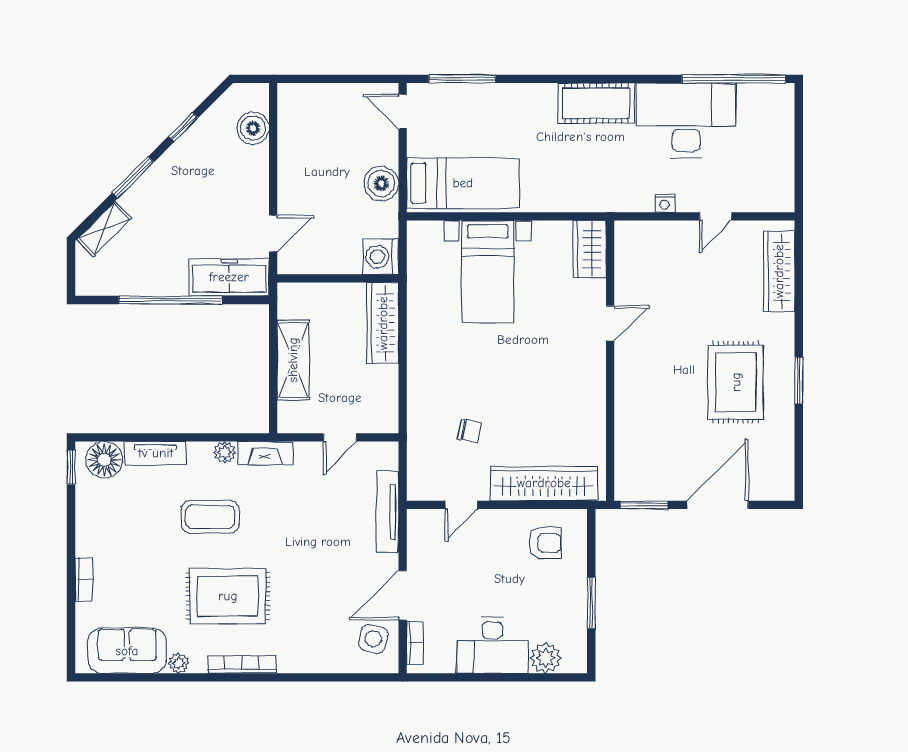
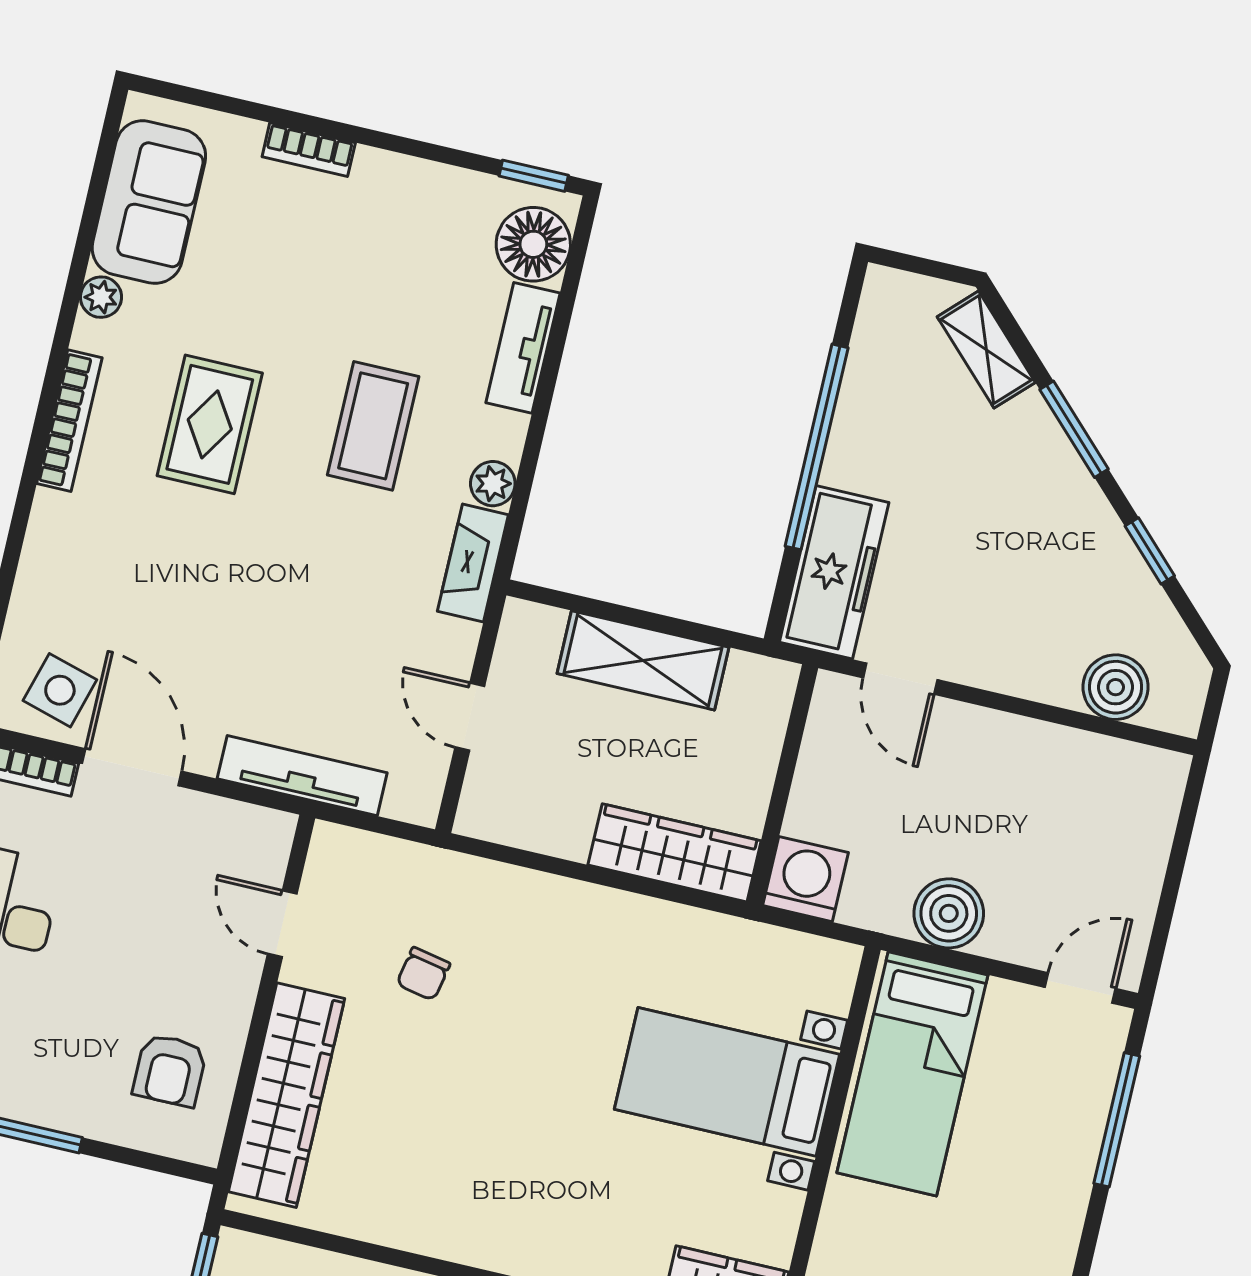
rug: (228, 596) -> (210, 424), width x0.73, depth x0.70

